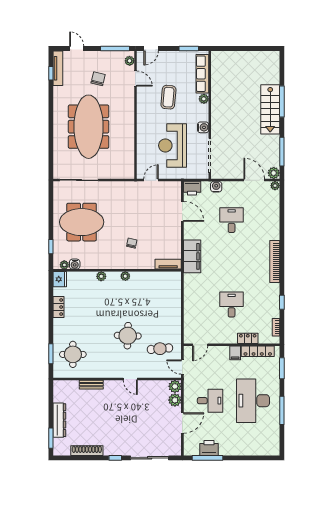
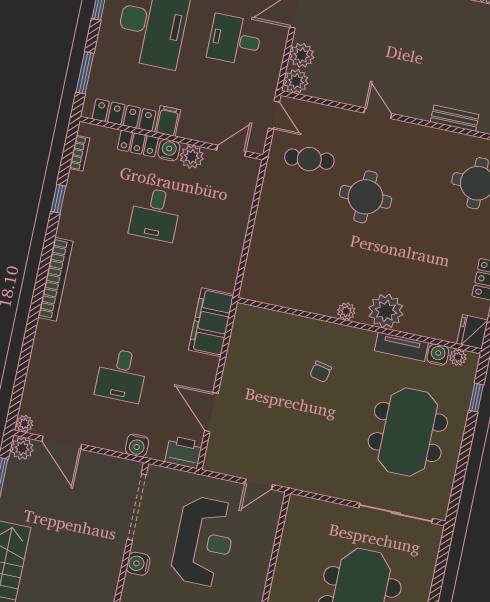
meeting table: (82, 222) -> (408, 432), turned 90
tv unit: (168, 264) -> (401, 347), moved
plant: (101, 276) -> (386, 311), width x1.88, depth x1.88
plant: (219, 337) -> (192, 157), added
water cooler: (231, 338) -> (169, 150), added

